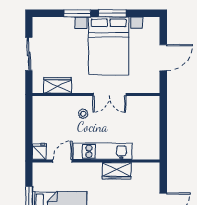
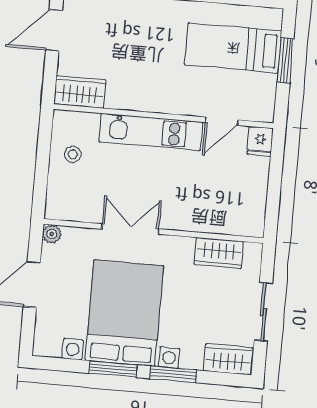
wardrobe: (47, 25) -> (228, 359), added
plant: (154, 88) -> (52, 234), added
stool: (83, 114) -> (73, 154), moved
wardrobe: (117, 171) -> (80, 92), moved

